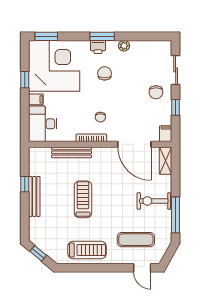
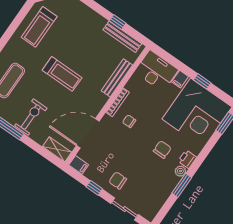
window: (102, 36) -> (182, 185), moved
plant: (124, 46) -> (180, 171), moved
chair: (105, 73) -> (162, 150), turned -90
bench: (34, 196) -> (122, 37), moved
treadmill: (83, 199) -> (62, 74), moved
treadmill: (87, 250) -> (39, 27), moved

